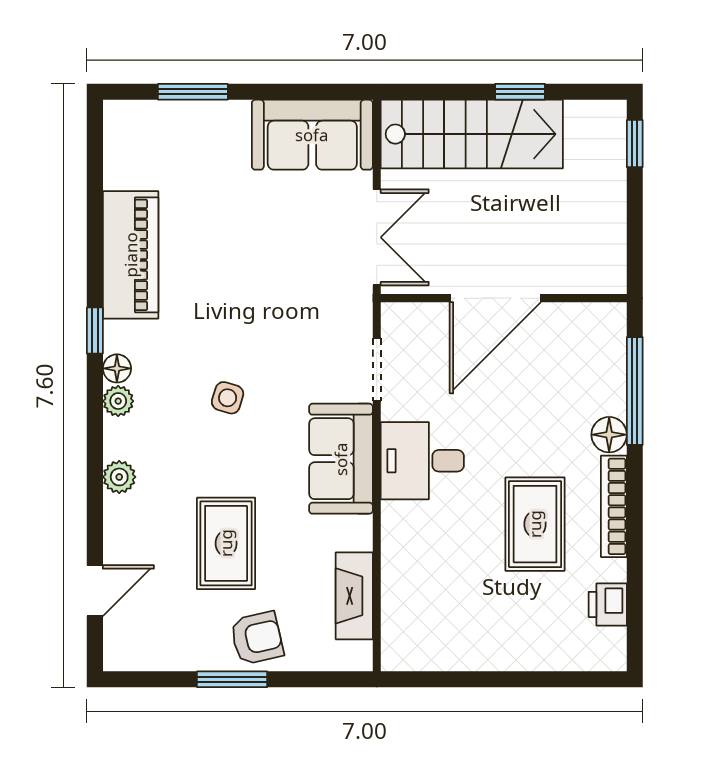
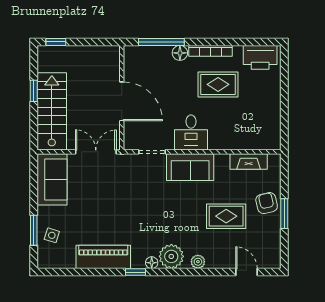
side table: (228, 398) -> (52, 235), moved
plant: (118, 401) -> (171, 256), width x1.88, depth x1.88
printer: (608, 604) -> (260, 57), width x1.87, depth x1.48

